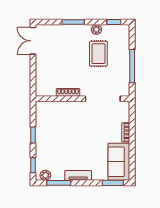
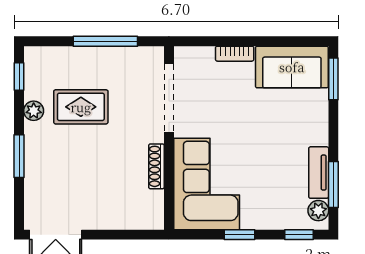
corner sofa: (59, 118) -> (207, 184), added
tv unit: (78, 175) -> (319, 173), moved

